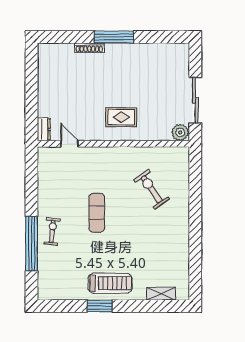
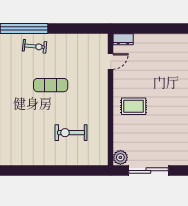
rug: (121, 117) -> (134, 106), turned 90
exercise bike: (152, 189) -> (71, 133), turned -145

